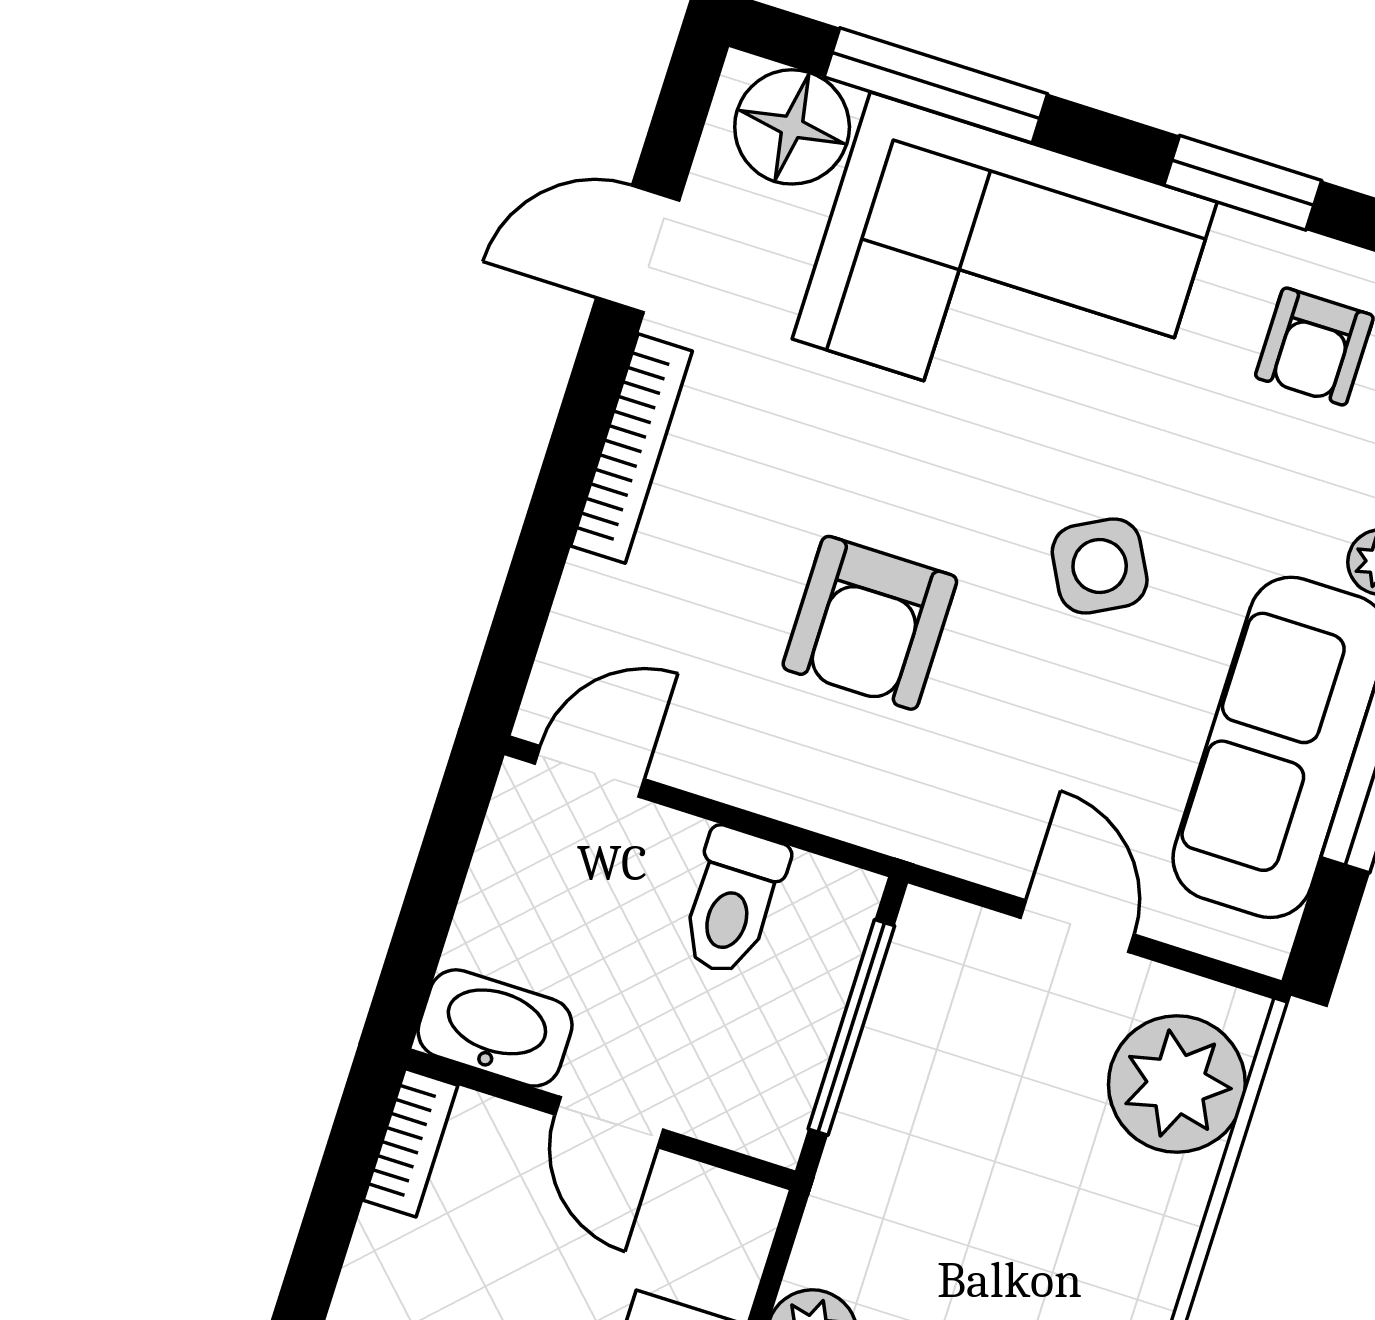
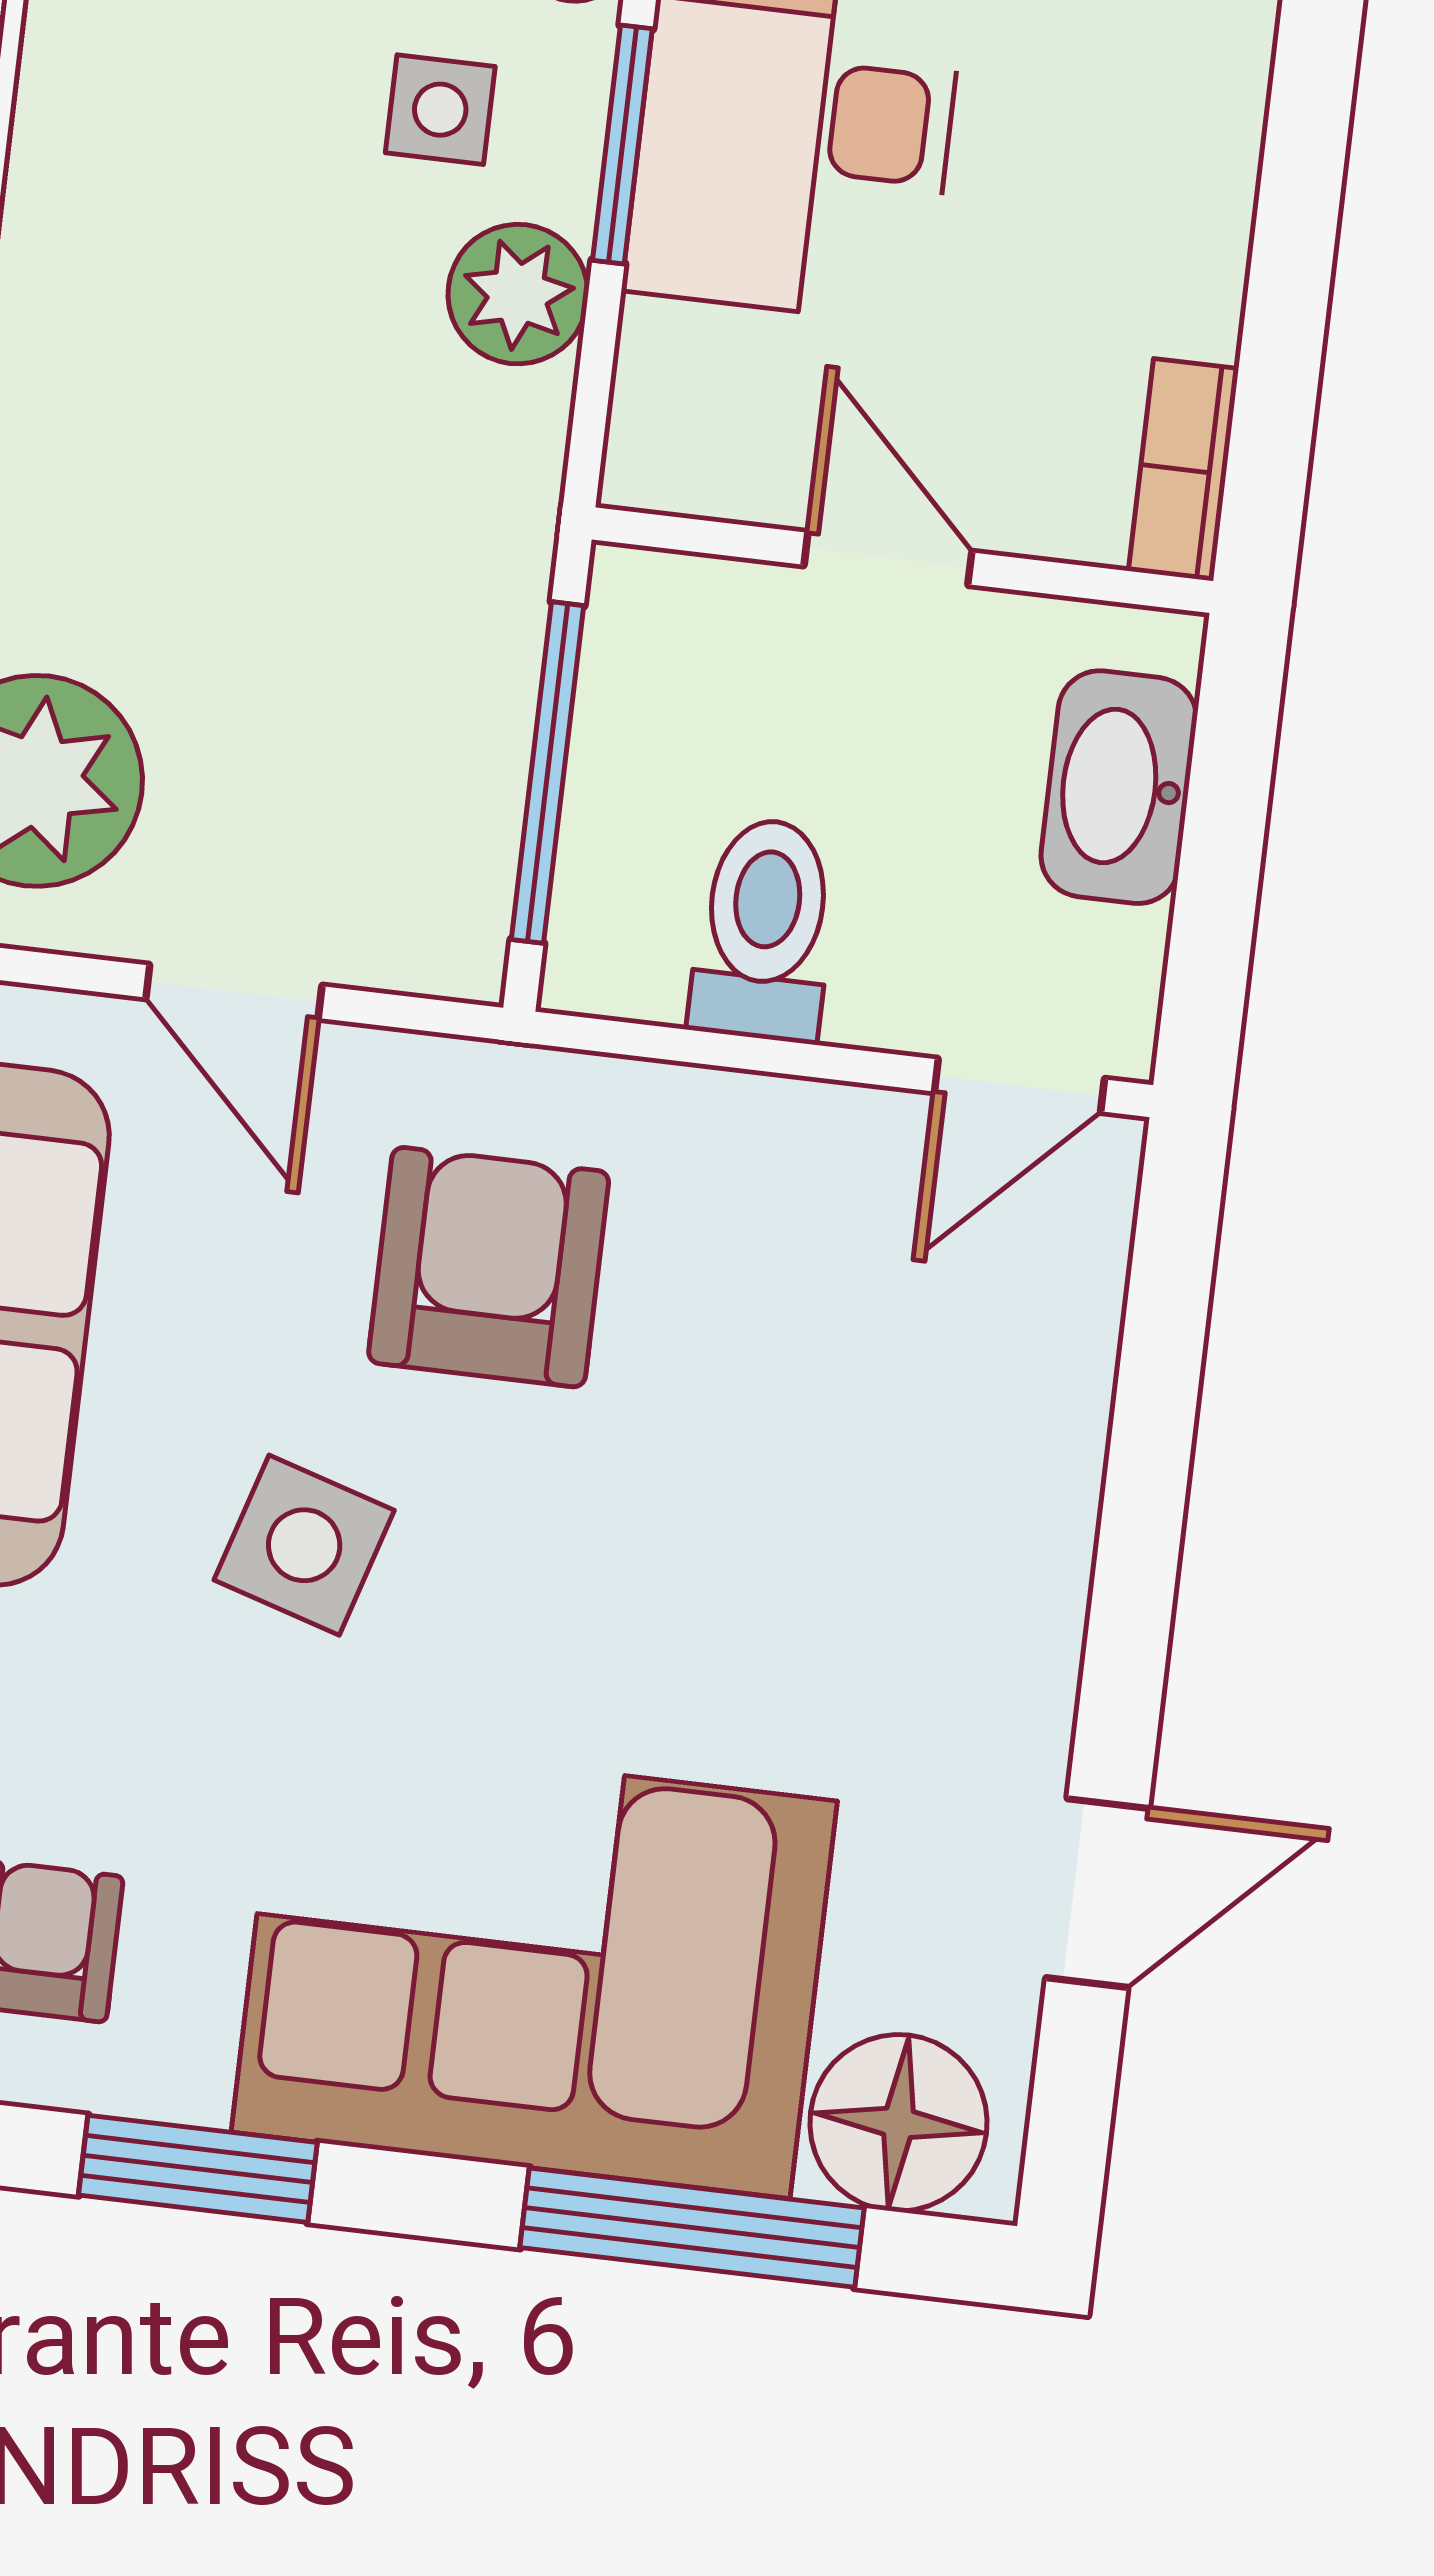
bookcase: (632, 449) -> (1049, 1588), removed
side table: (1100, 566) -> (304, 1545), turned 45
armchair: (870, 623) -> (489, 1267), moved
washbasin: (495, 1028) -> (1119, 787), moved, turned 90

